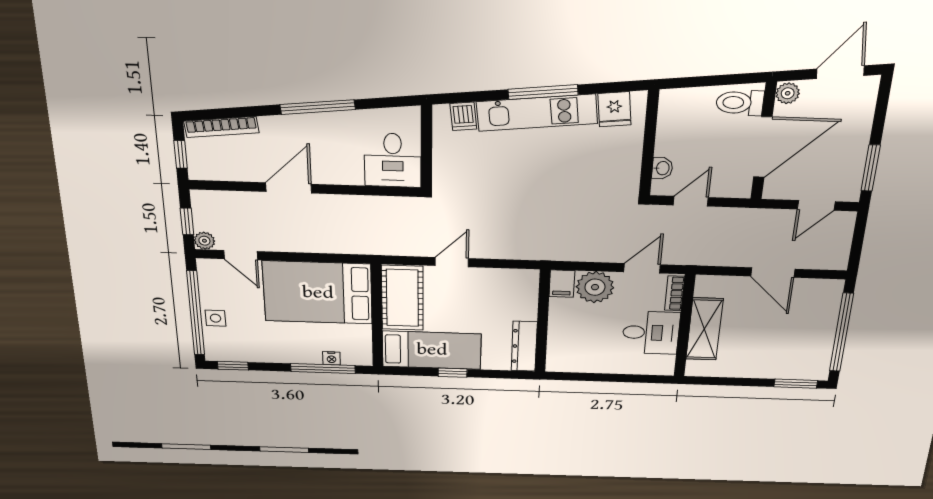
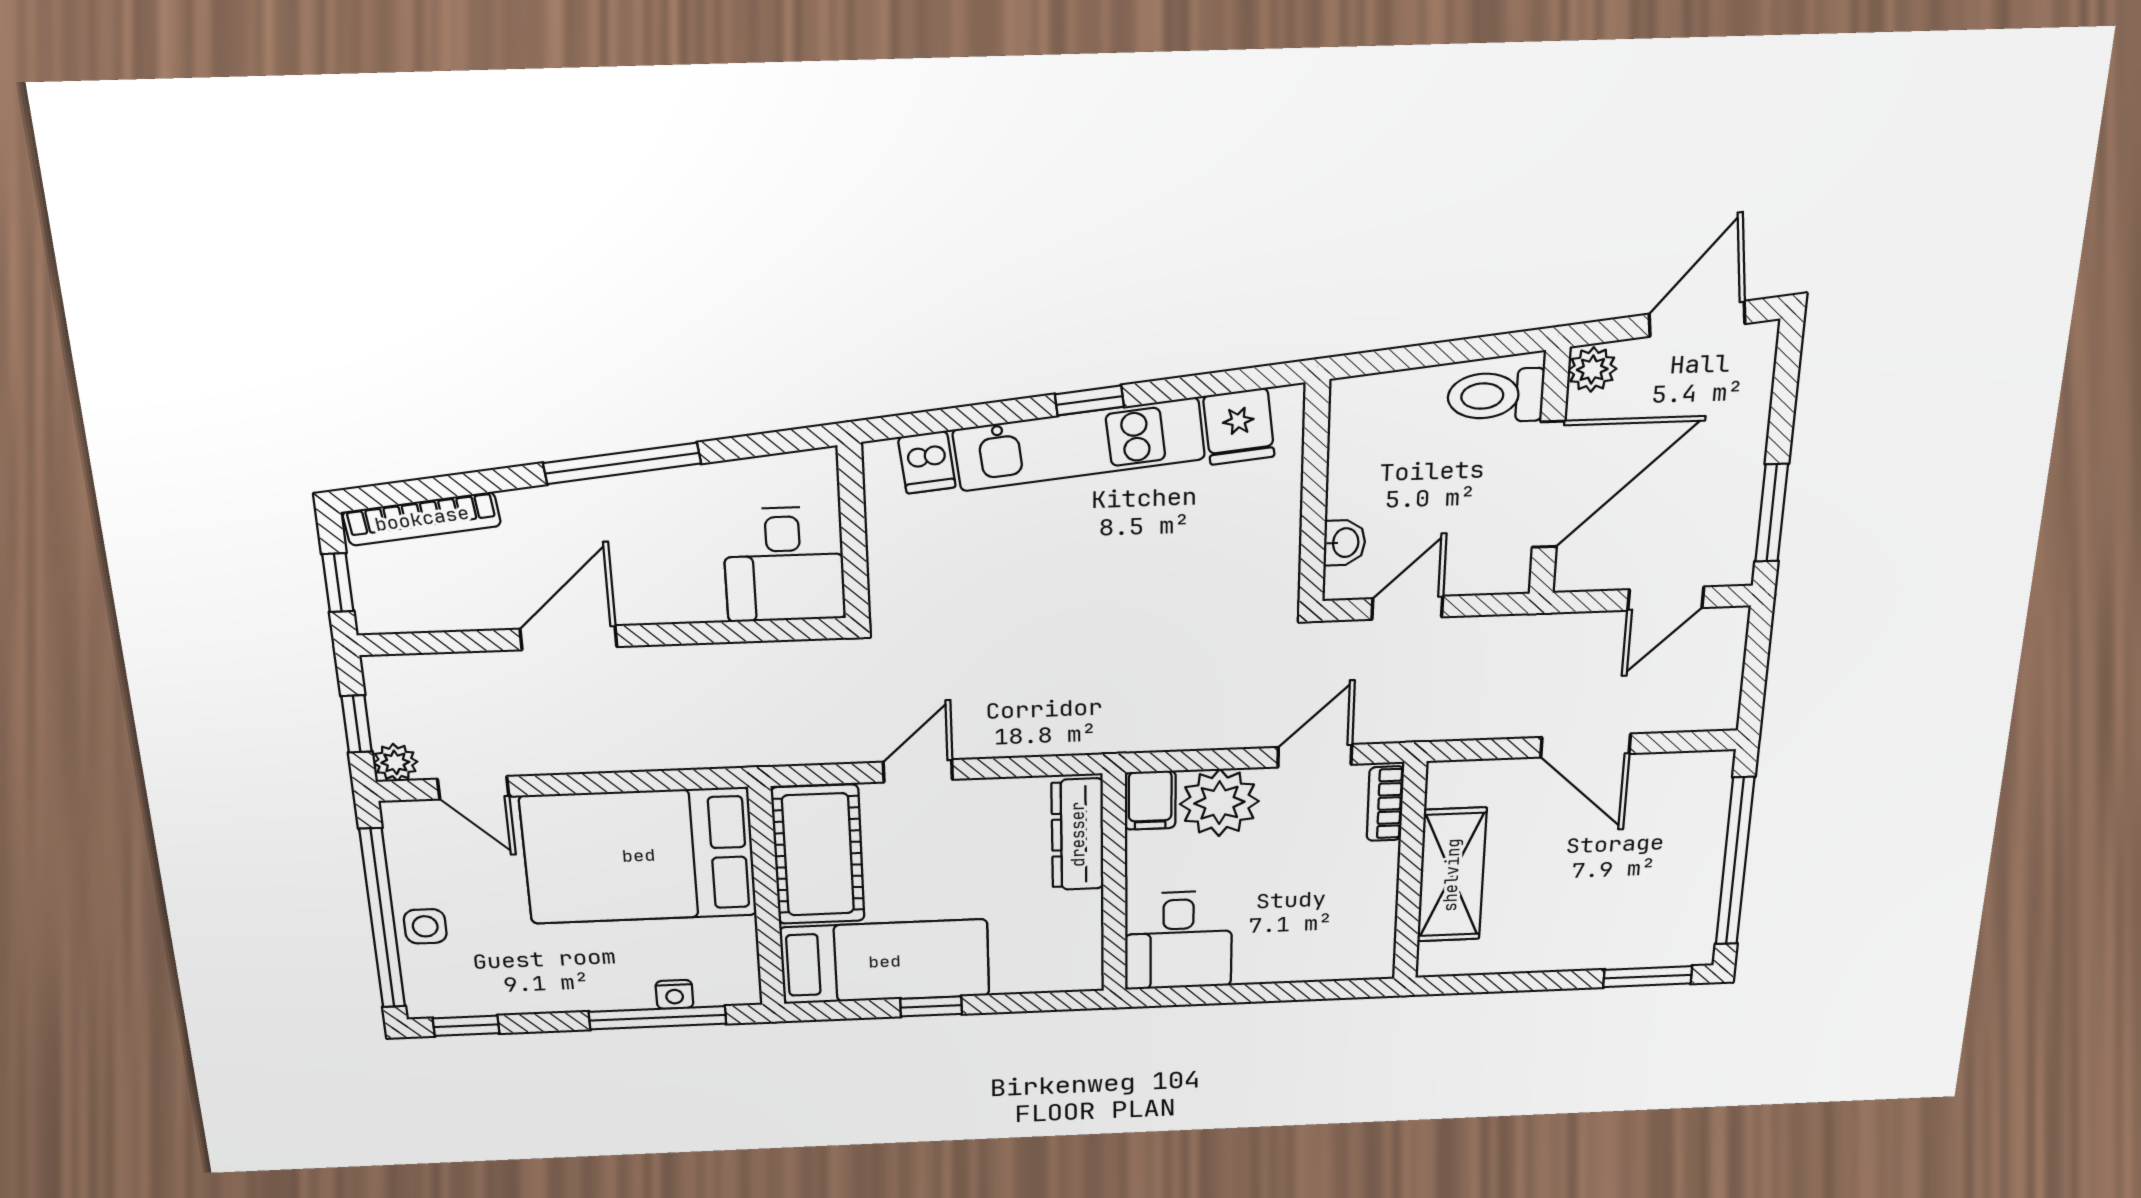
window: (543, 92) -> (1089, 401), width x0.46
desk: (651, 333) -> (1178, 940), moved, turned 90
dresser: (524, 346) -> (1078, 834), moved

